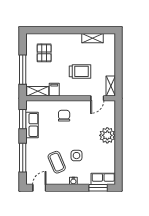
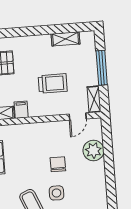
window: (118, 62) -> (102, 68), added
chair: (64, 116) -> (58, 164), moved
plant: (107, 135) -> (93, 150), moved

